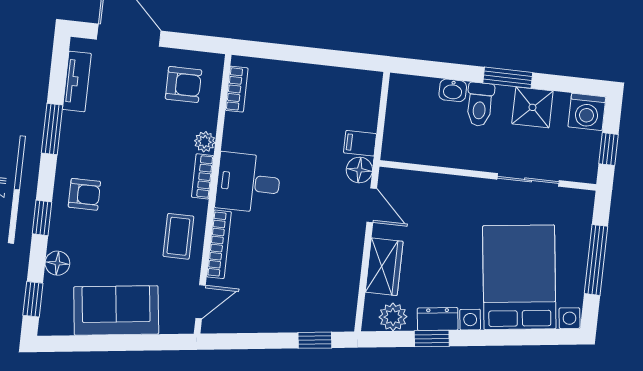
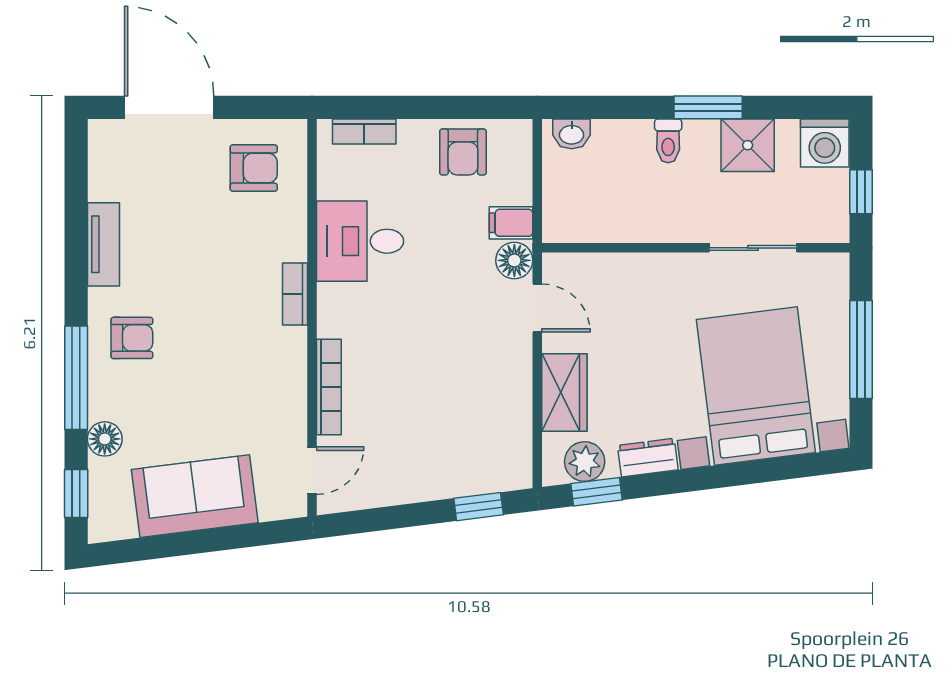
tv unit: (77, 81) -> (103, 244), moved
bookcase: (237, 89) -> (364, 131), moved, turned 90
armchair: (332, 90) -> (463, 152), added
washbasin: (453, 90) -> (572, 134), moved
toilet: (480, 104) -> (668, 141), width x0.73, depth x0.72
window: (52, 129) -> (76, 251), removed
plant: (205, 142) -> (293, 245), removed
desk: (248, 183) -> (360, 241), moved
window: (42, 218) -> (76, 378), width x2.17
coffee table: (178, 236) -> (271, 382), removed
window: (432, 339) -> (597, 492), moved

